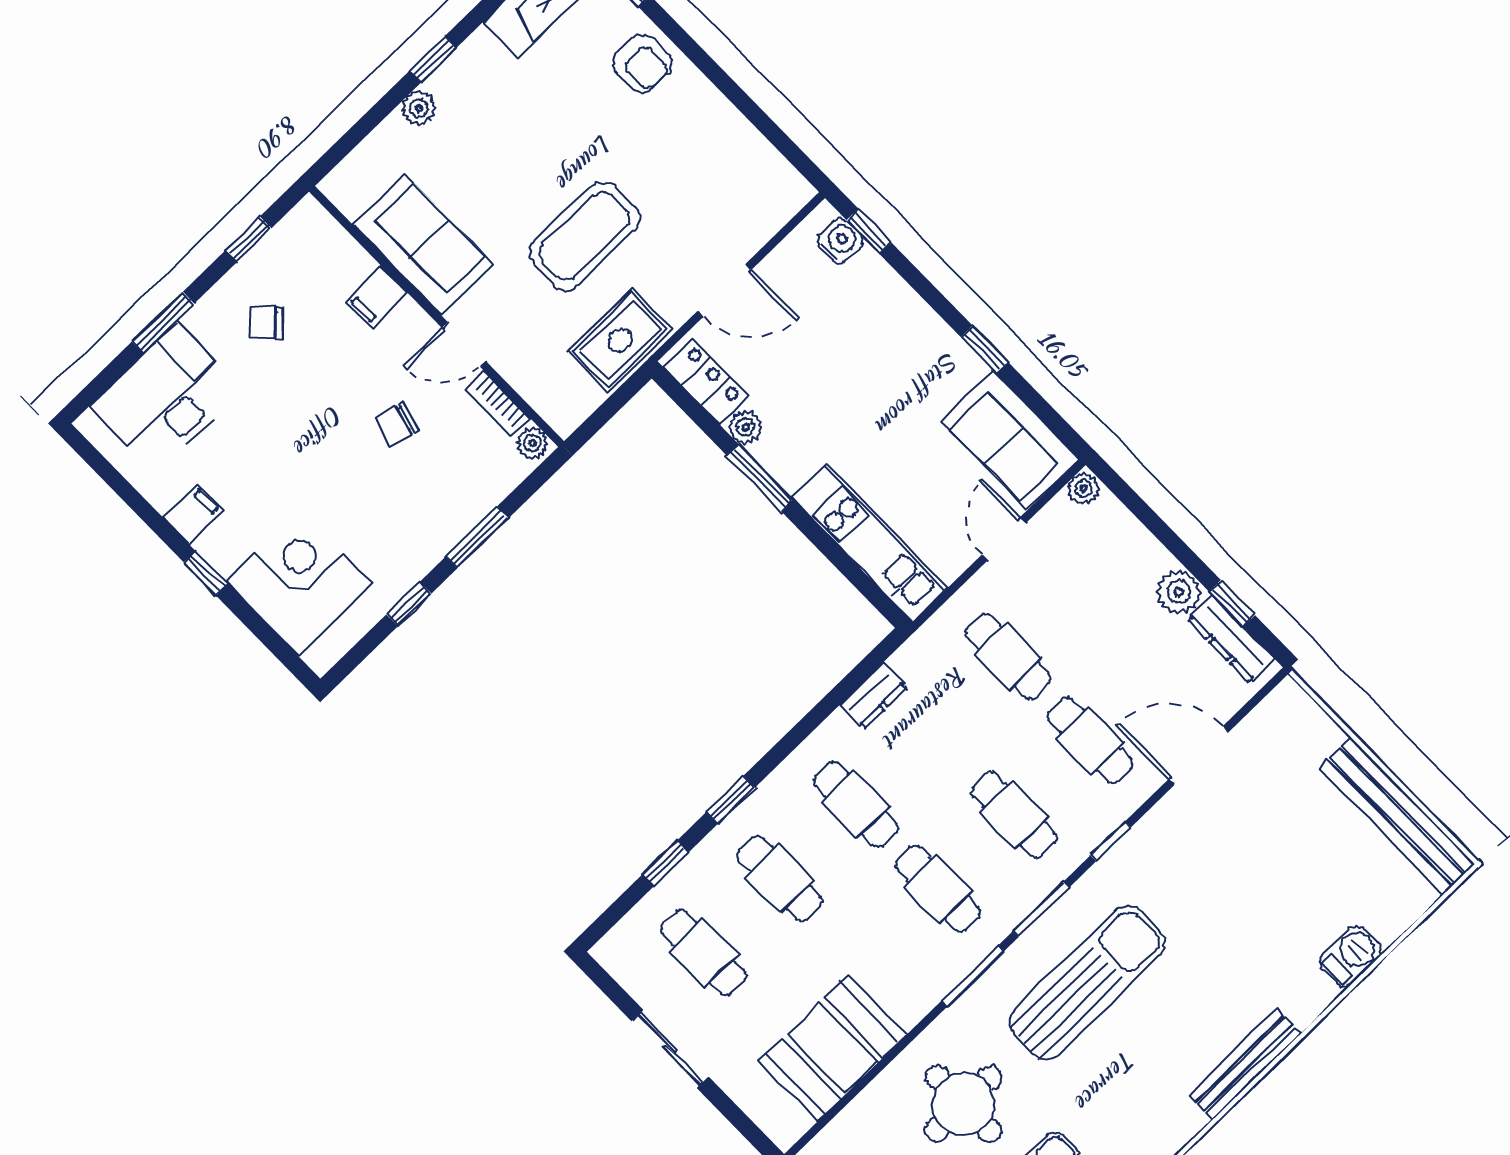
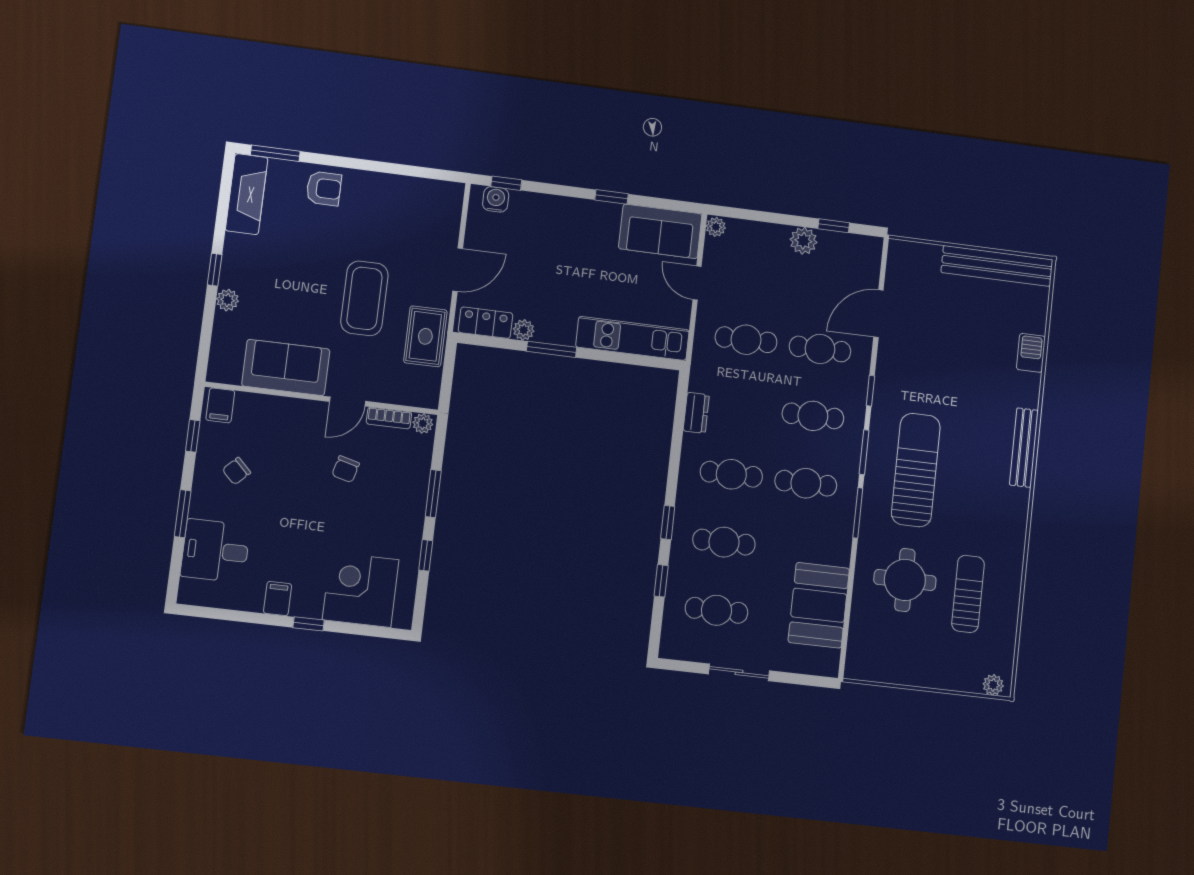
filing cabinet: (376, 297) -> (220, 405), moved
desk: (166, 398) -> (215, 551), width x0.73
dresser: (1231, 639) -> (847, 244), removed

